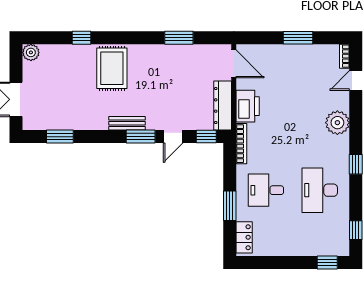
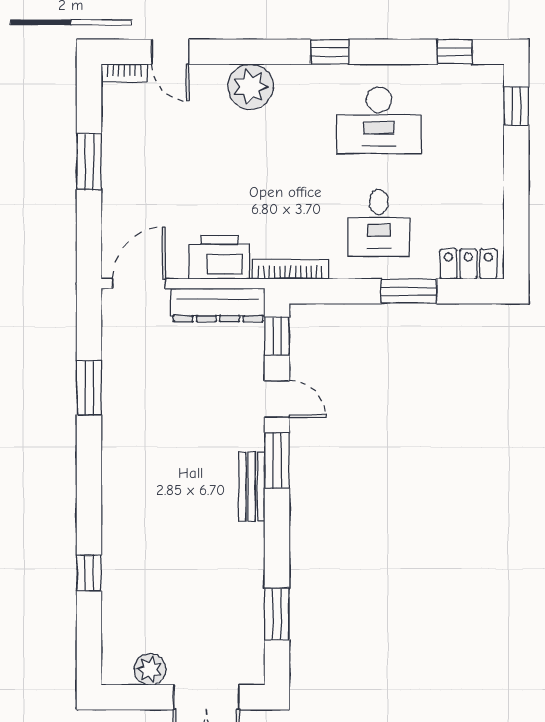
plant: (31, 52) -> (150, 669), moved
rug: (112, 68) -> (147, 515), removed

